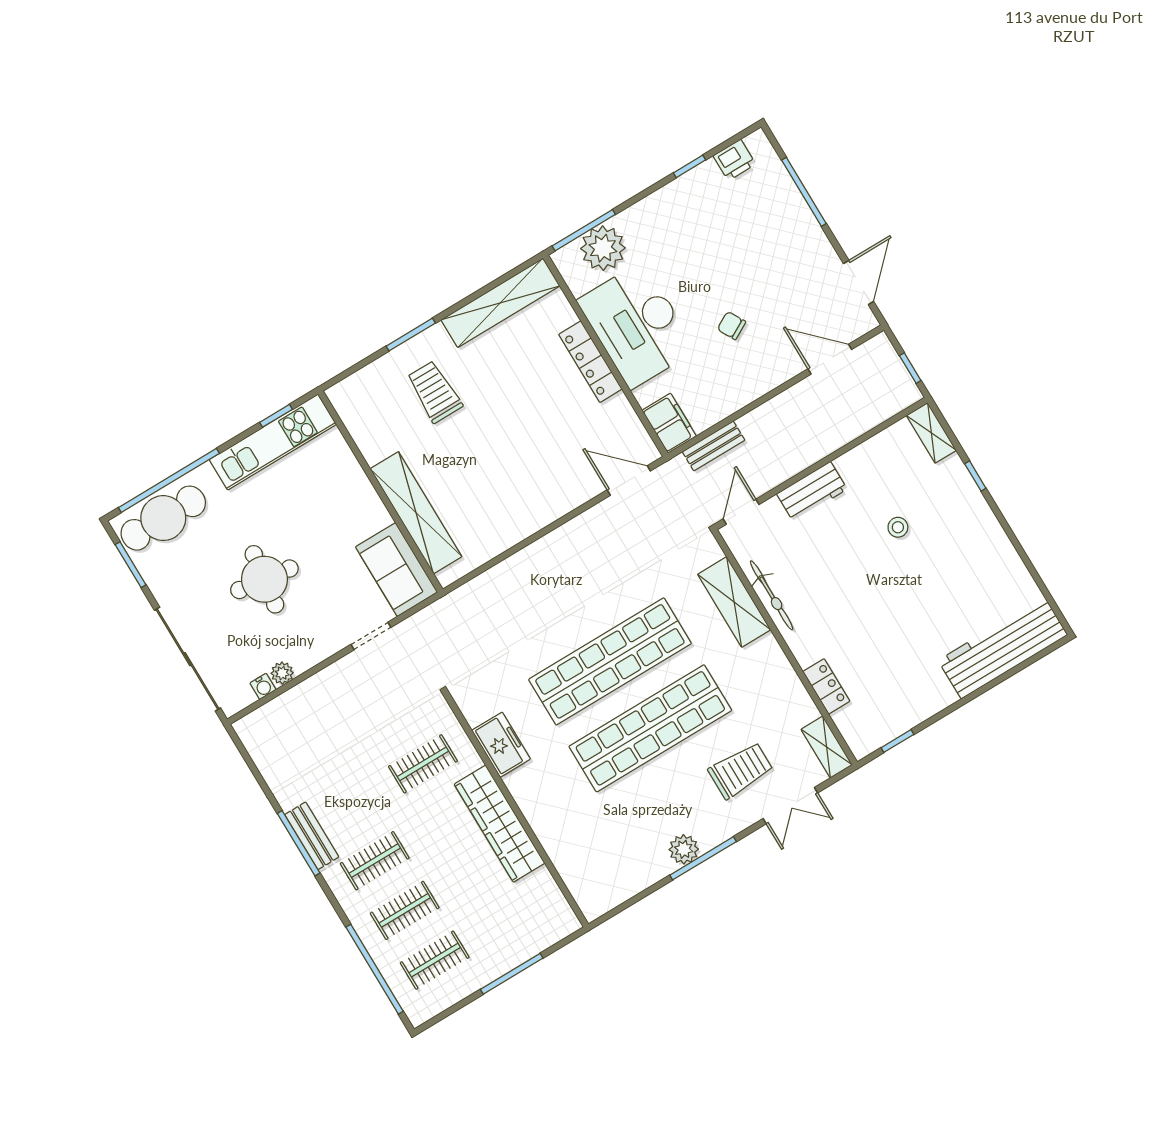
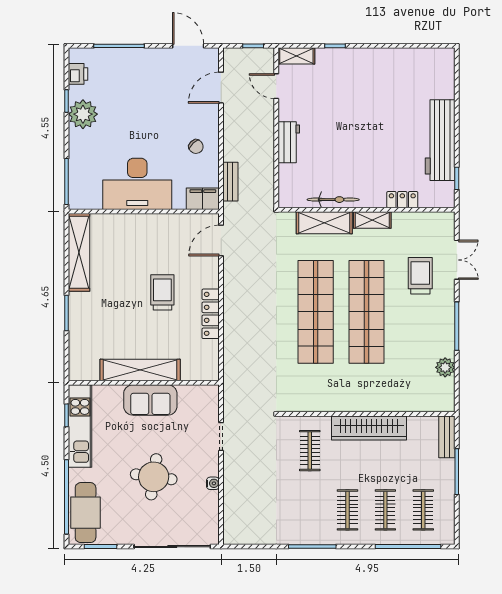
plant: (603, 248) -> (83, 114), moved
chair: (732, 326) -> (196, 147), moved, turned -105
locker: (590, 362) -> (211, 314), moved, turned 90
trolley: (435, 392) -> (162, 292), moved, turned 90
door: (741, 512) -> (276, 86), moved
shelving: (416, 513) -> (140, 370), moved
stool: (898, 527) -> (338, 106), removed
sofa: (397, 570) -> (150, 400), moved
workbench: (1003, 648) -> (440, 140), moved
plant: (282, 673) -> (212, 498), removed
water cooler: (263, 686) -> (213, 483), moved
freezer: (501, 745) -> (325, 401), removed
shelving: (827, 747) -> (372, 220), moved
bench: (312, 836) -> (447, 437), moved, turned 90
plant: (684, 849) -> (445, 367), moved

